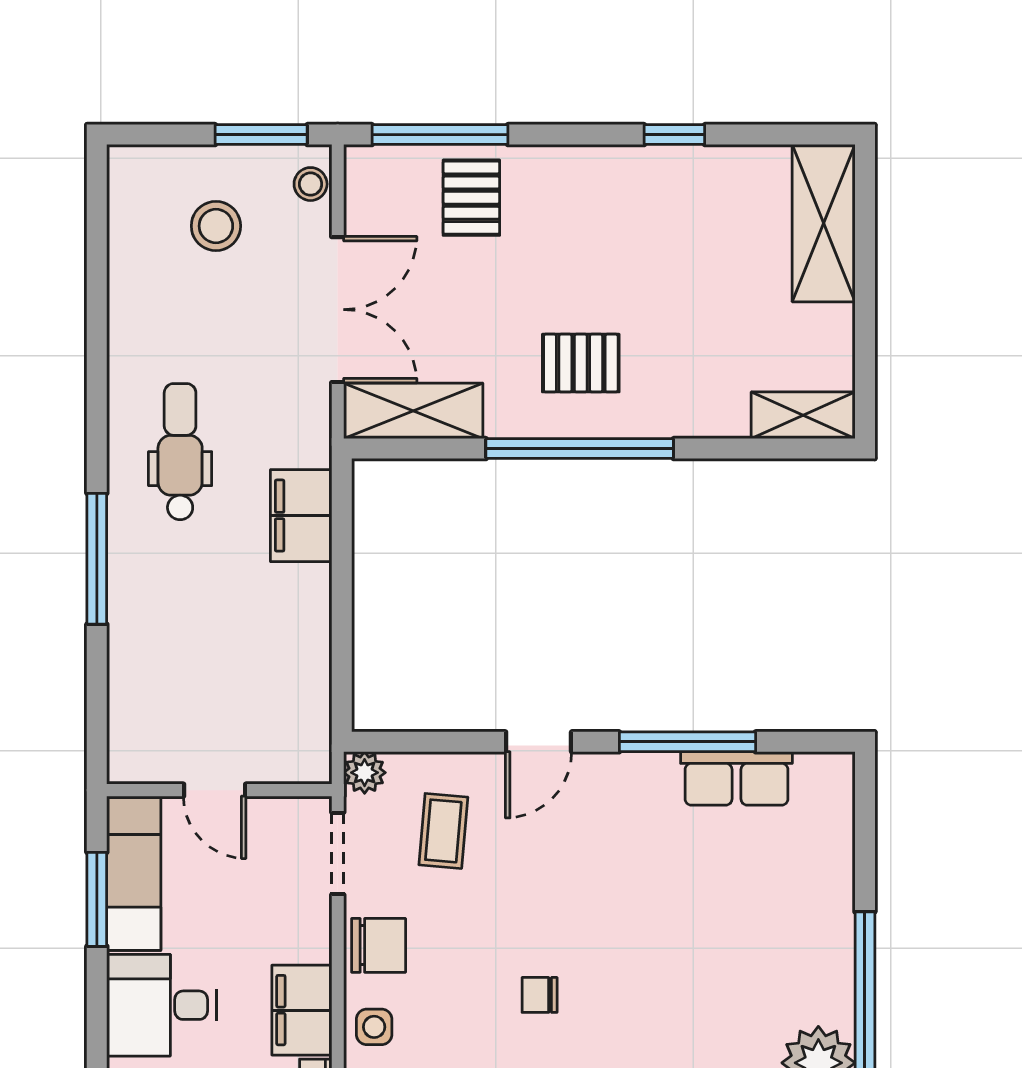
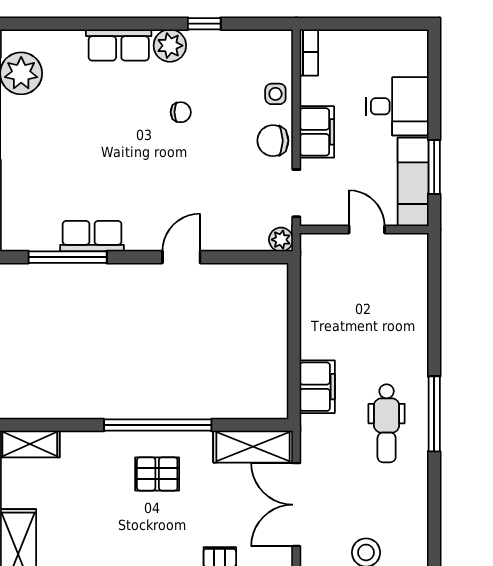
window: (97, 559) -> (434, 414), moved
window: (687, 742) -> (68, 257), moved
row of seats: (736, 778) -> (92, 236), moved
coffee table: (443, 831) -> (236, 206), removed
filing cabinet: (302, 1010) -> (317, 132), moved

